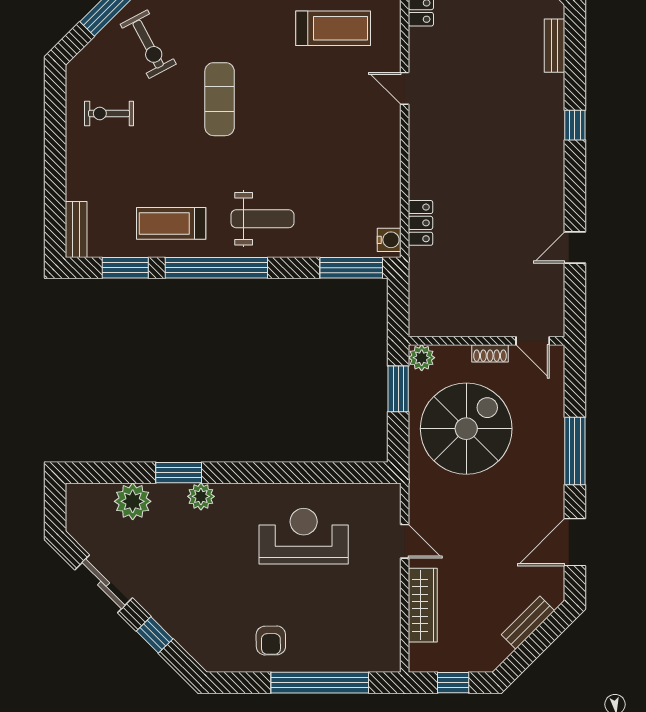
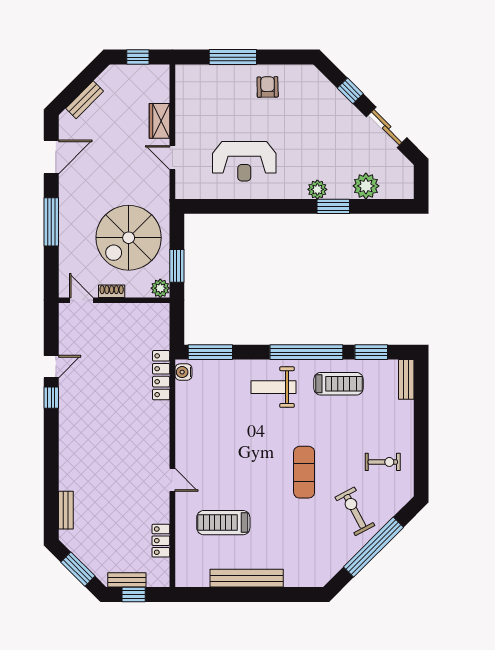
window: (575, 125) -> (51, 398), moved
locker: (420, 223) -> (161, 375), width x1.53
wardrobe: (423, 605) -> (159, 121), width x0.67
window: (320, 683) -> (233, 57), width x0.68

